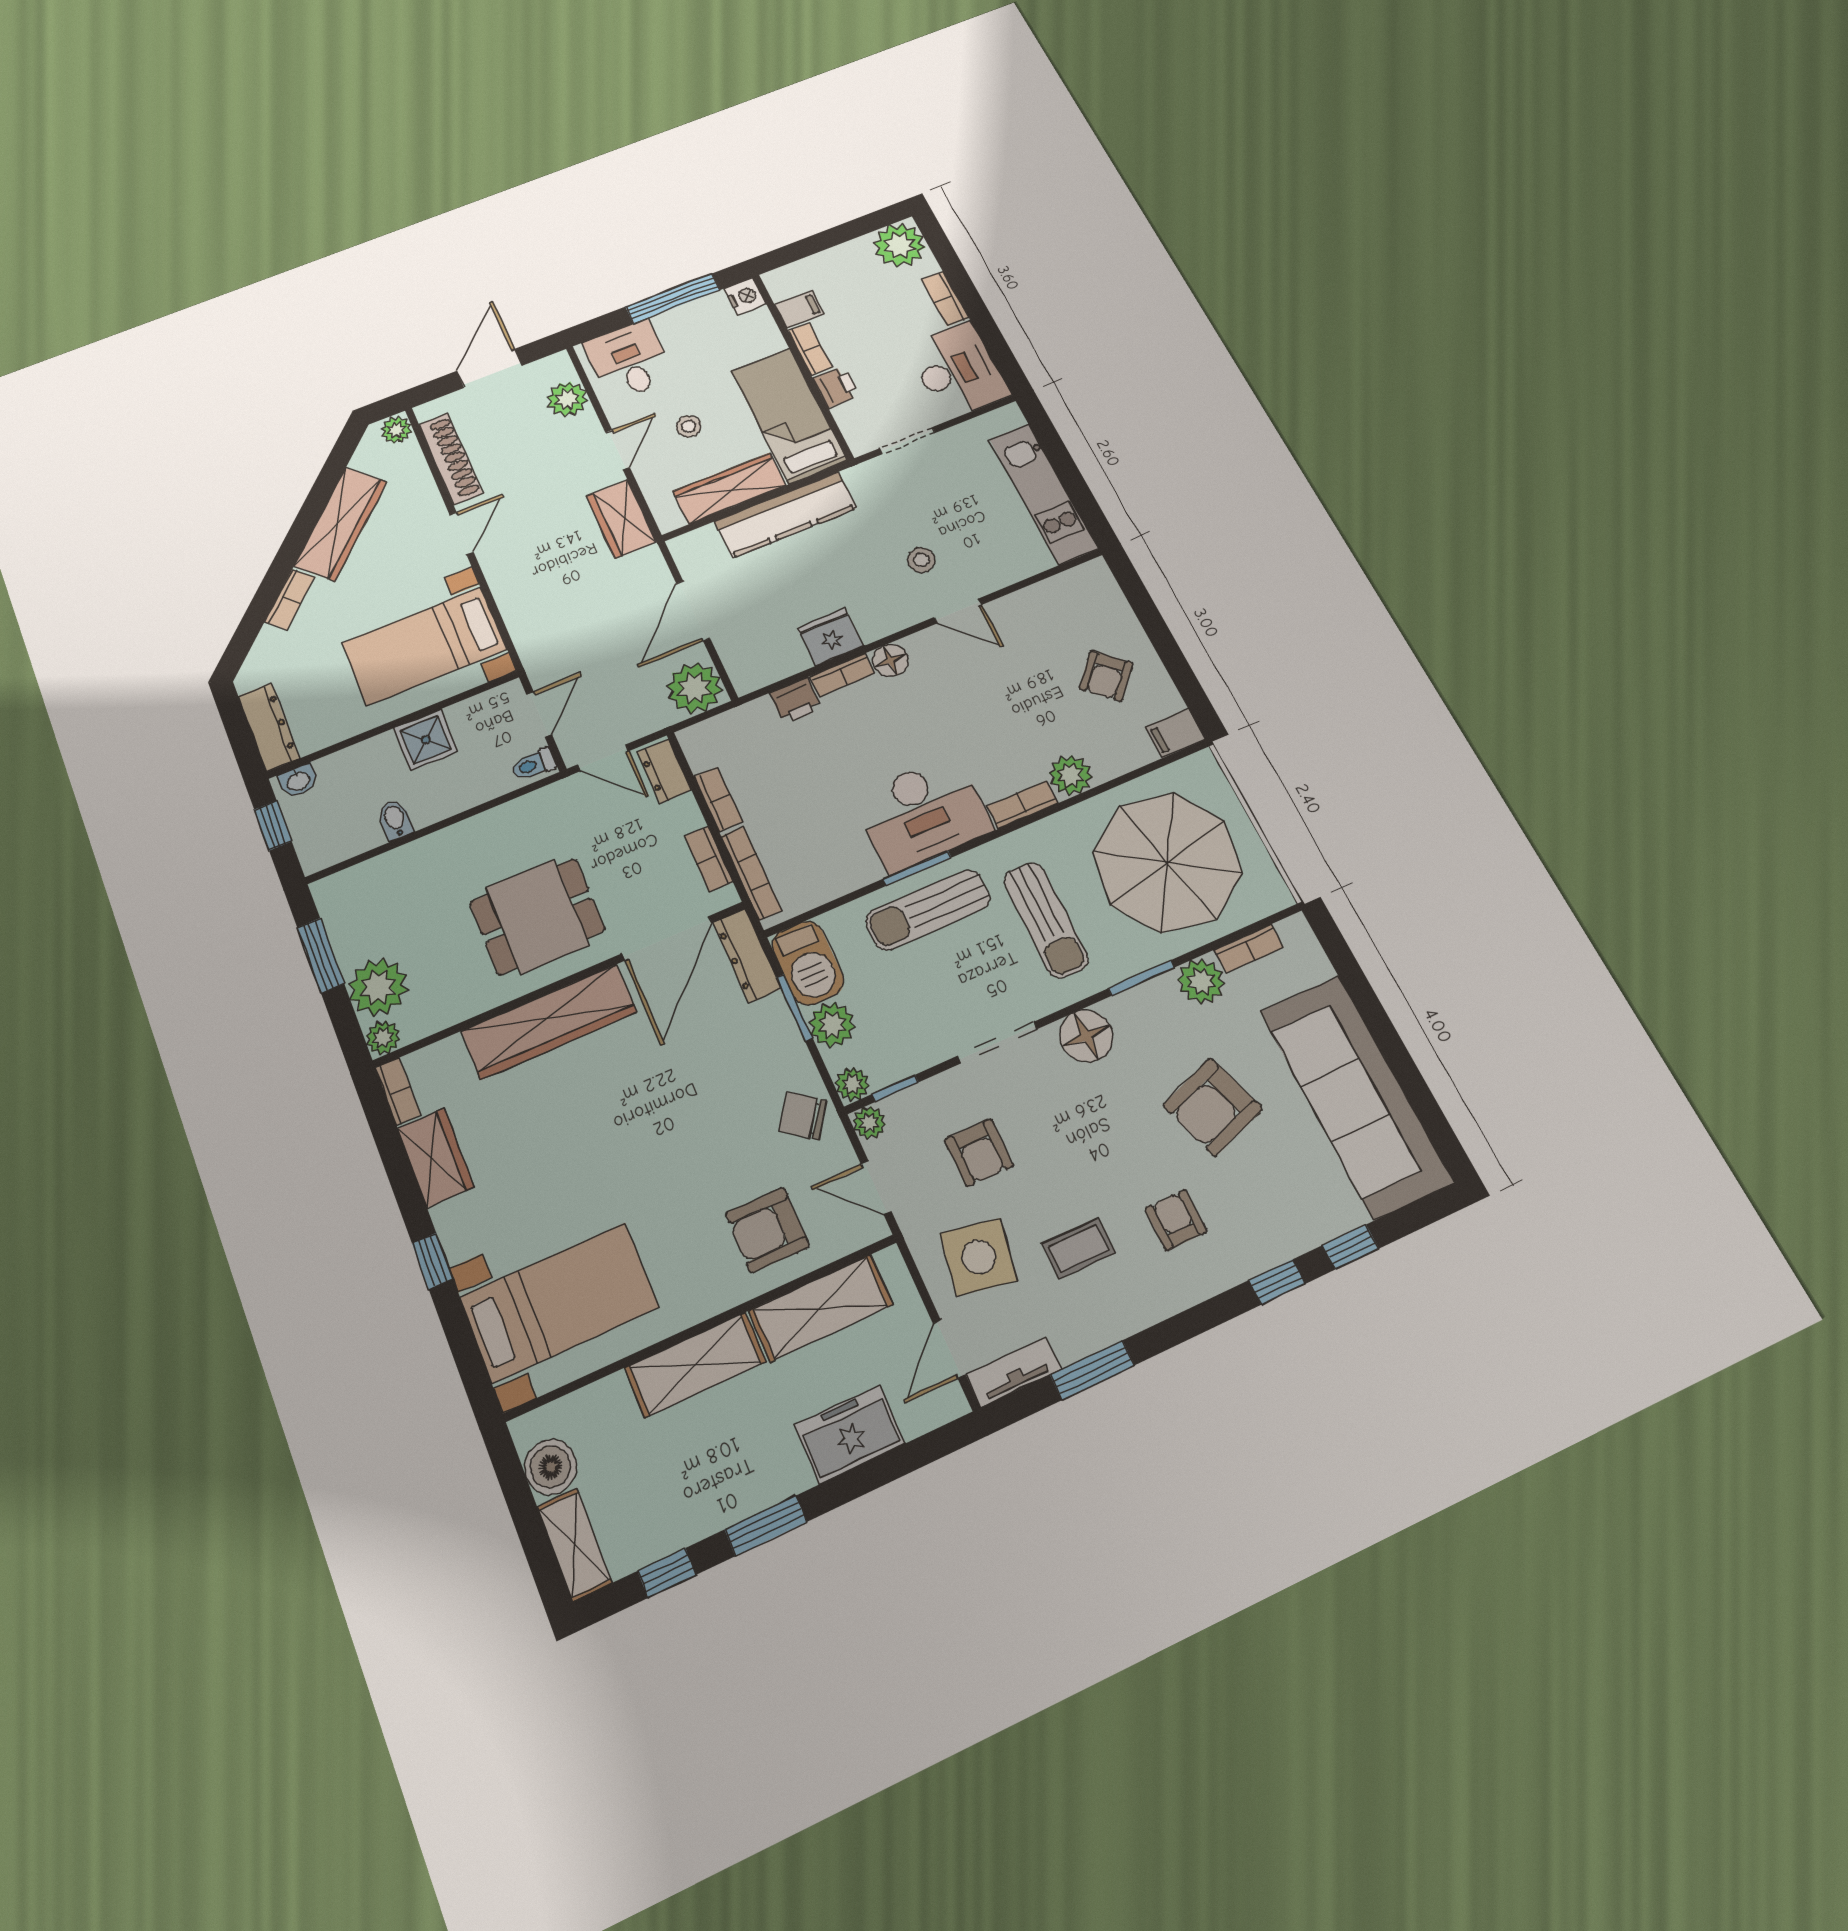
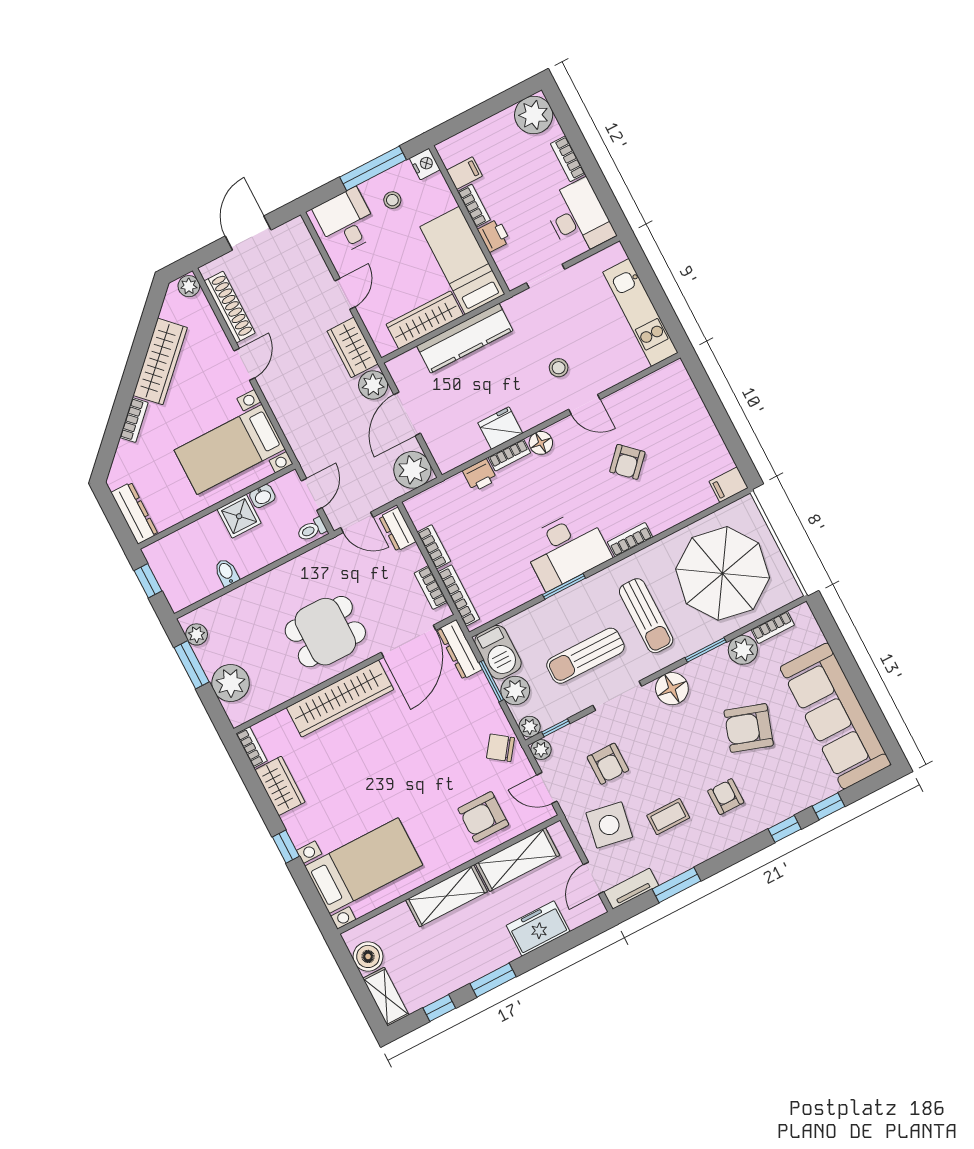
plant: (567, 399) -> (373, 385), moved
stool: (689, 426) -> (392, 200), moved
armchair: (1106, 676) -> (627, 462), moved
plant: (1071, 775) -> (661, 518), removed
washbasin: (298, 781) -> (262, 496), moved
sun lounger: (928, 910) -> (585, 656), moved
plant: (383, 1038) -> (197, 634), moved
armchair: (1213, 1107) -> (749, 728), turned 37

